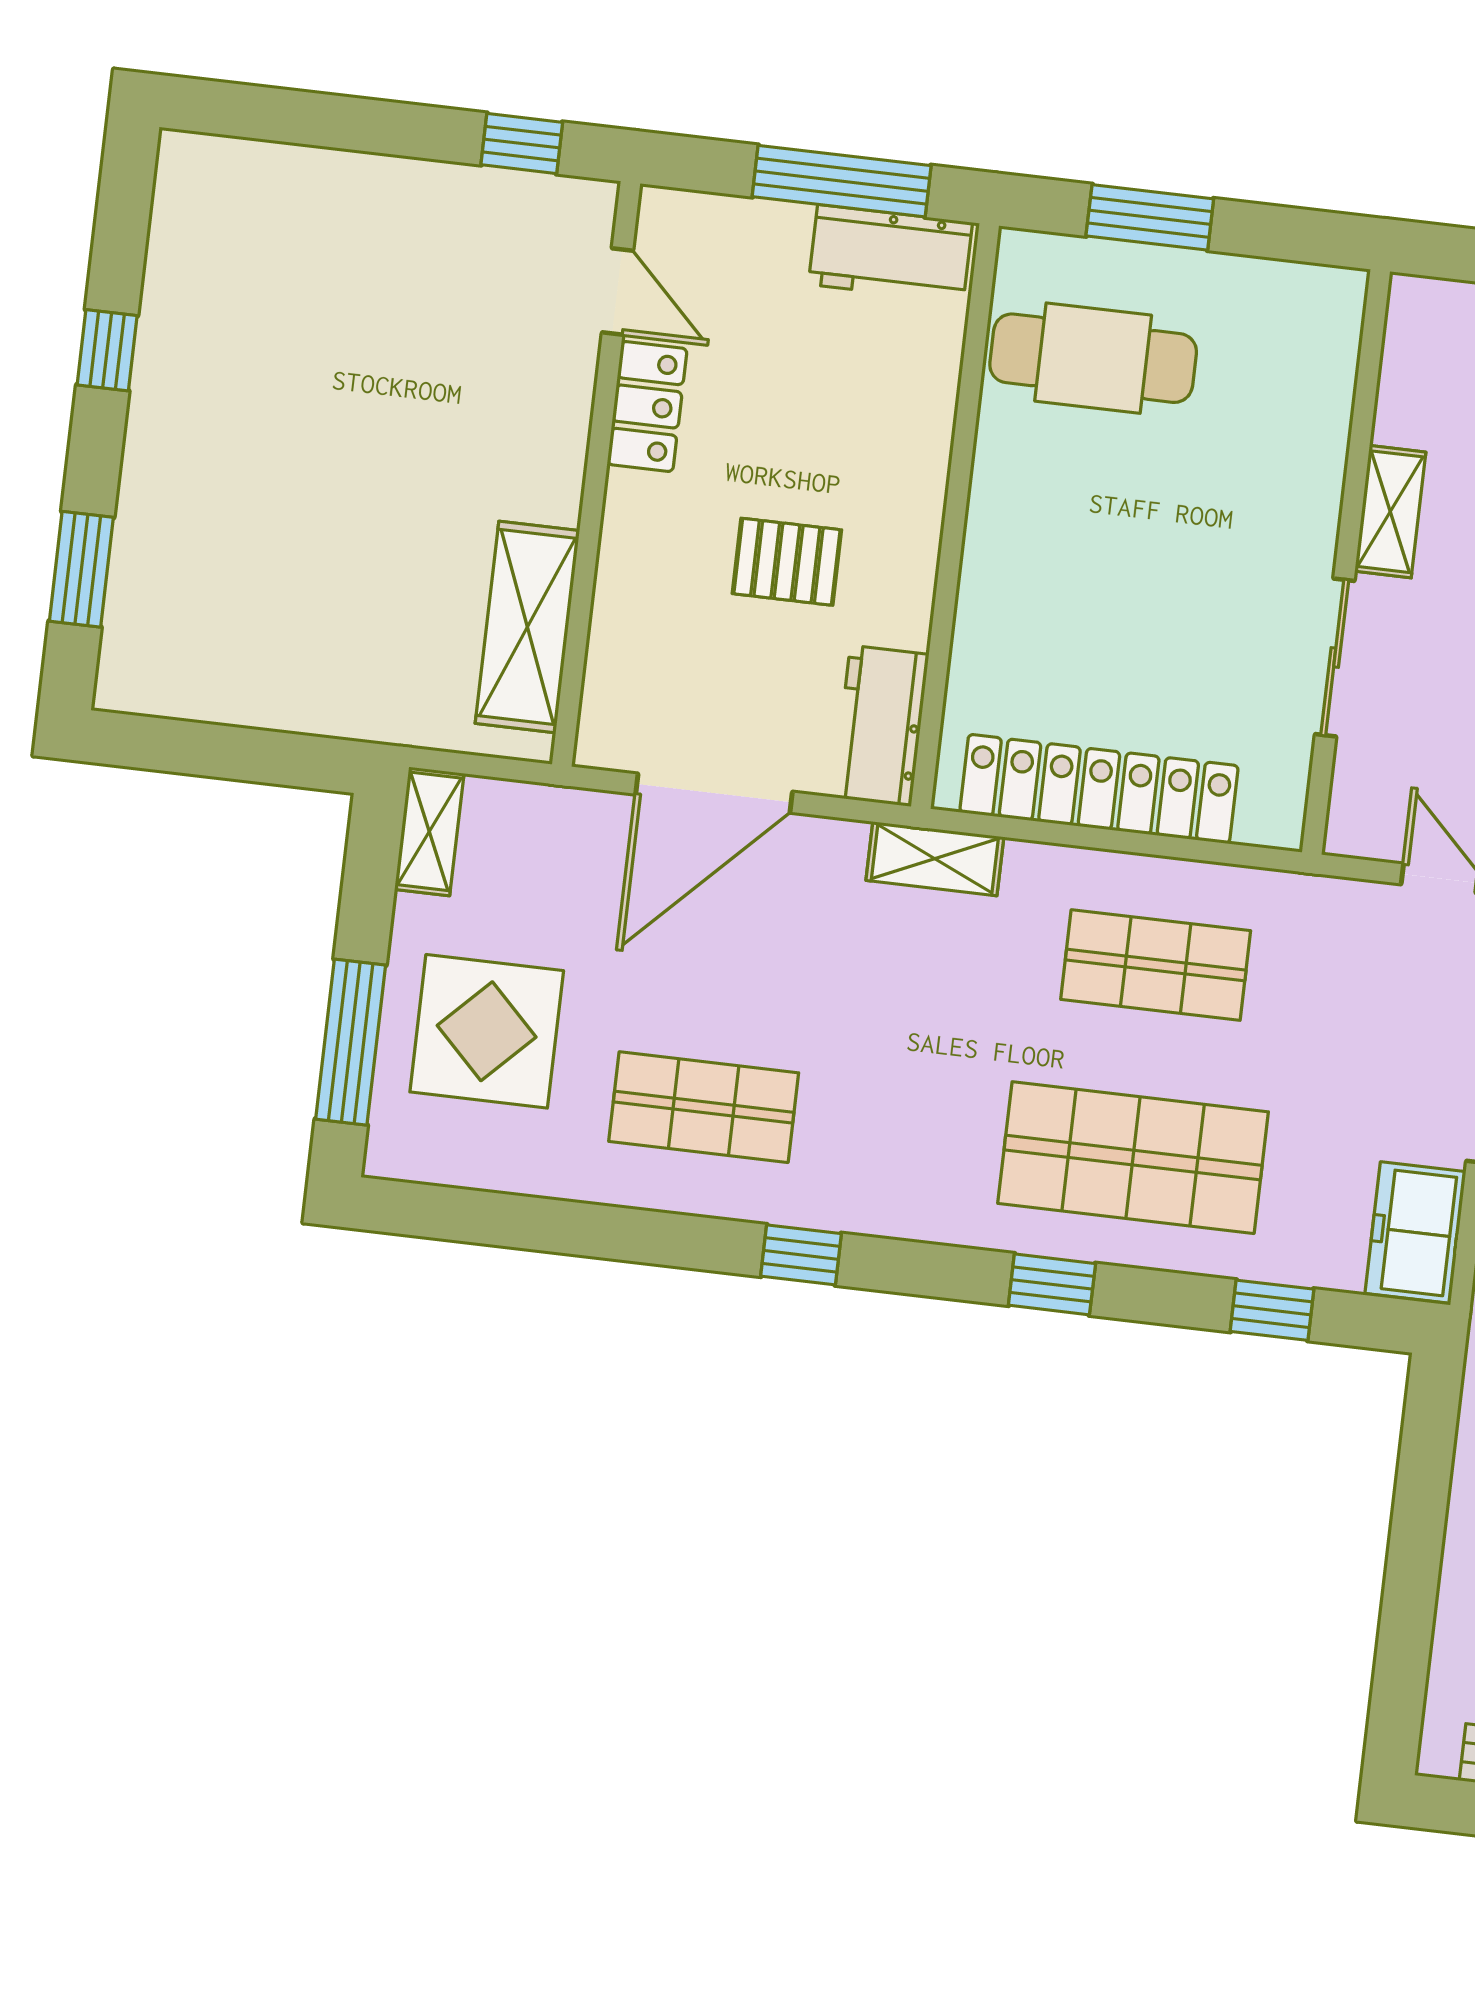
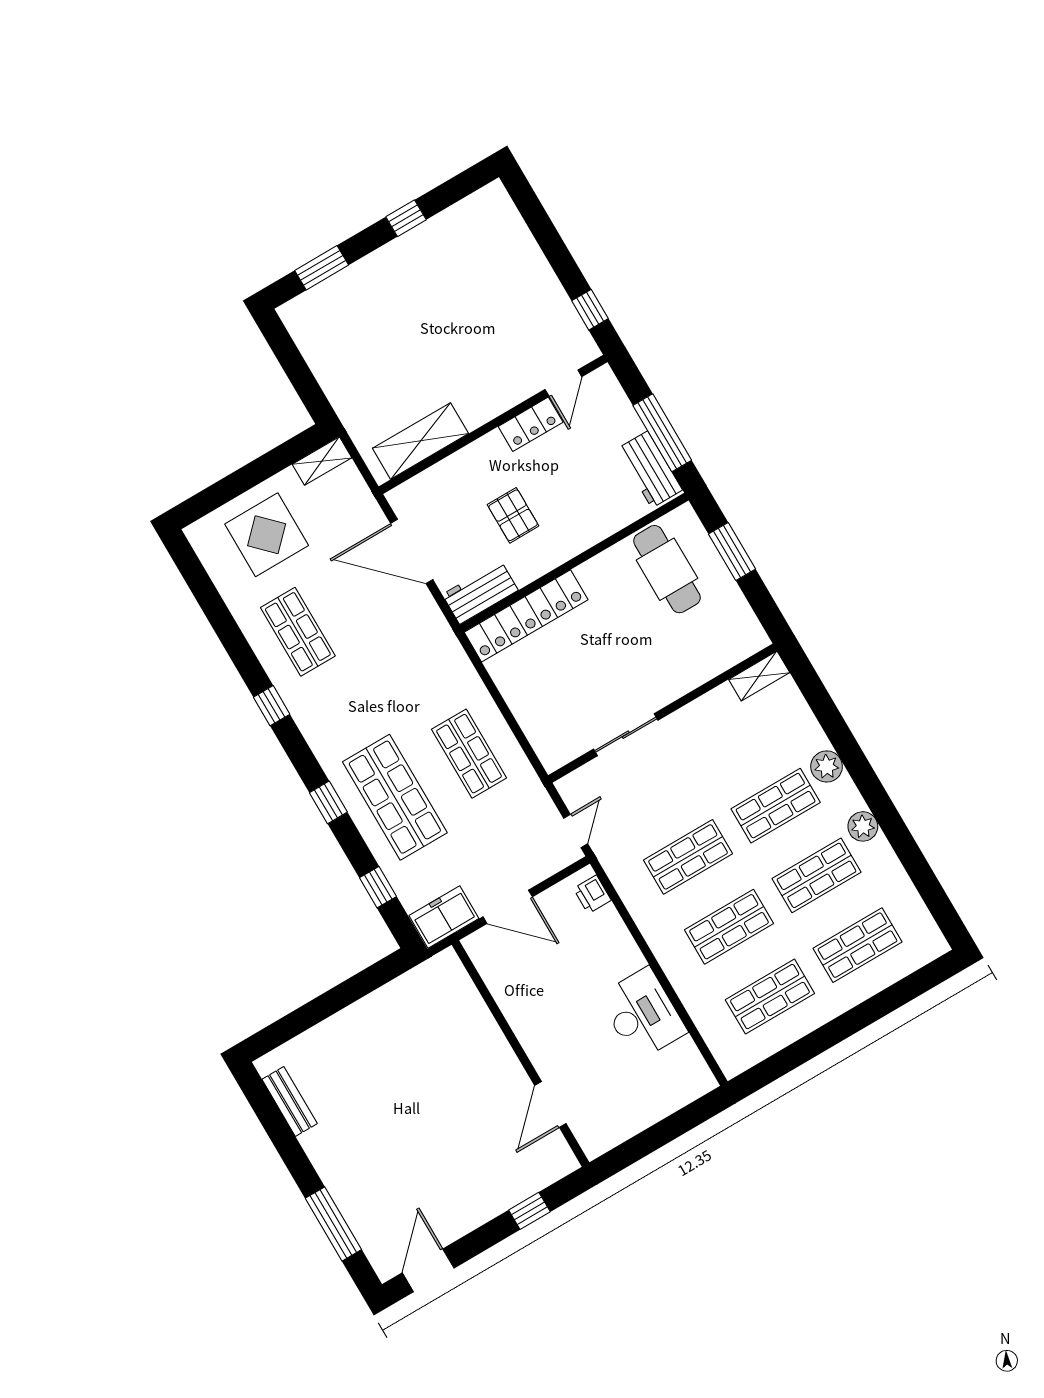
shelving: (1390, 512) -> (759, 676), moved
locker: (1099, 789) -> (526, 616), moved, turned 90
shelving: (935, 859) -> (448, 647), removed
window: (351, 1042) -> (226, 490), removed

